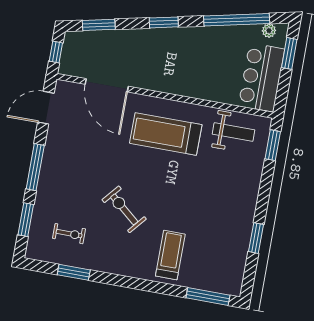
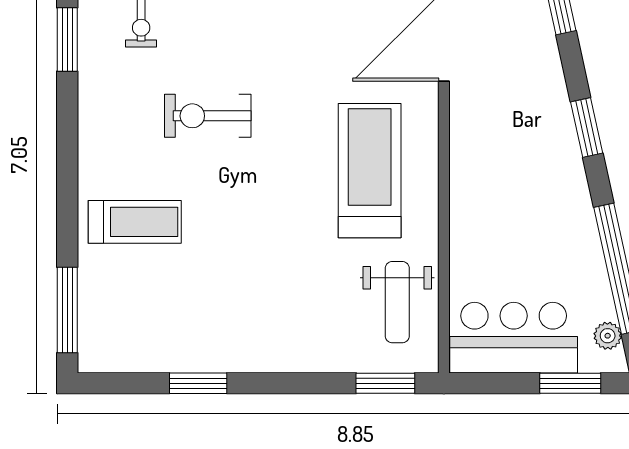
exercise bike: (124, 209) -> (208, 116), turned -130

